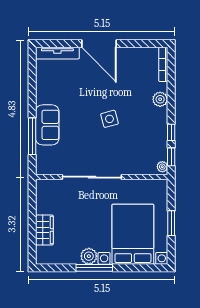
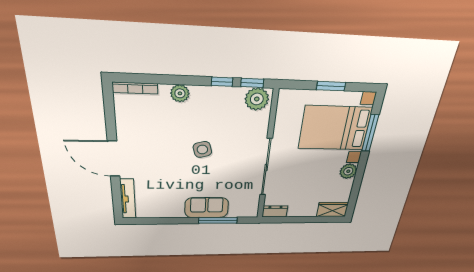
door: (99, 44) -> (114, 159), swing flipped
plant: (162, 167) -> (257, 99), width x1.87, depth x1.87
dresser: (42, 191) -> (275, 211), added
wardrobe: (44, 230) -> (332, 209), moved
window: (94, 268) -> (370, 133), moved

